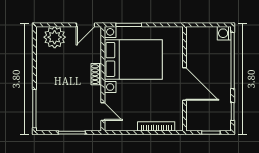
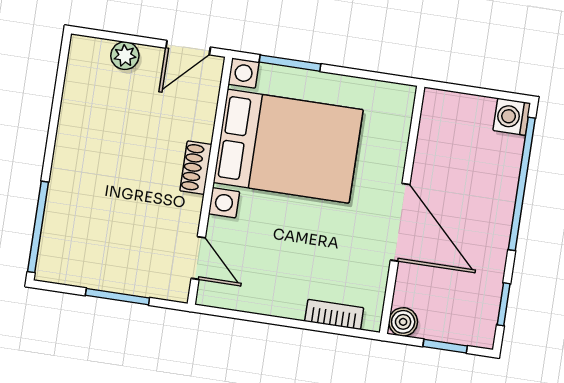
plant: (55, 37) -> (125, 56), width x0.53, depth x0.53
boiler: (192, 125) -> (403, 322), added
bookcase: (156, 126) -> (334, 315), width x0.64

